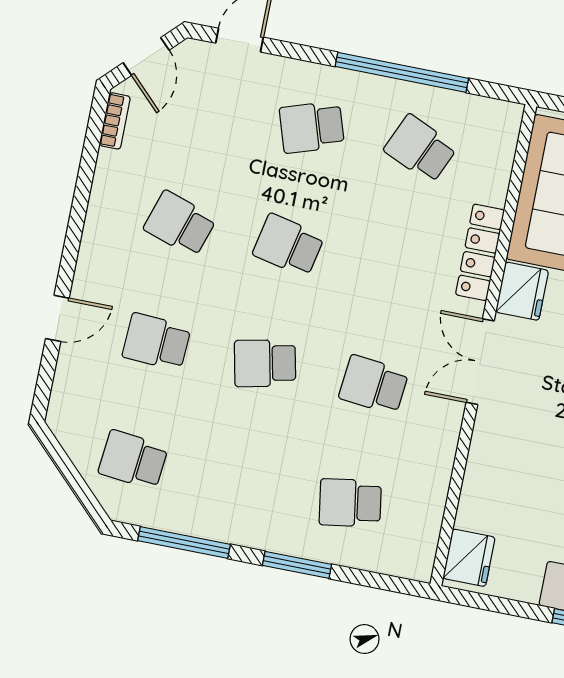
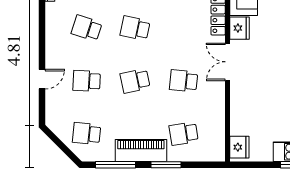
piano: (247, 522) -> (141, 151), added

